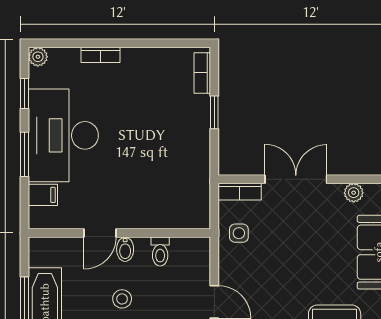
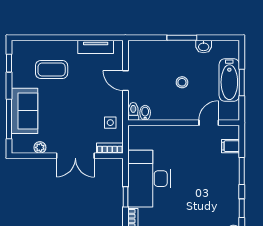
desk: (63, 135) -> (149, 179), moved, turned 180
door: (100, 233) -> (209, 123), moved
bidet: (125, 249) -> (145, 113), moved
toilet: (160, 251) -> (133, 111), moved

